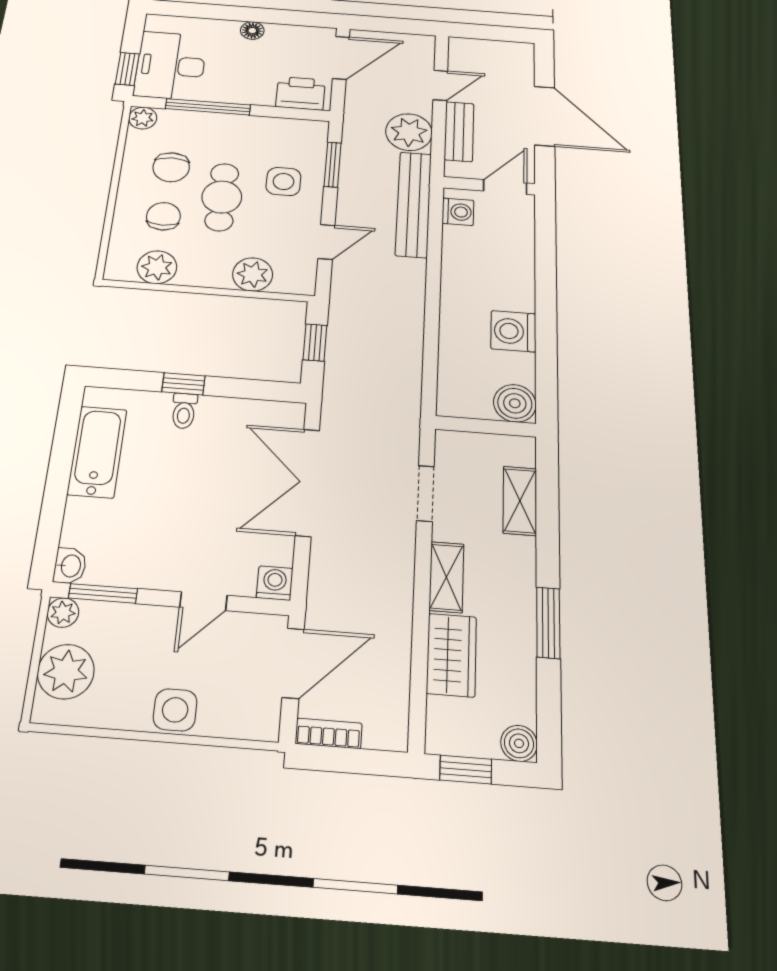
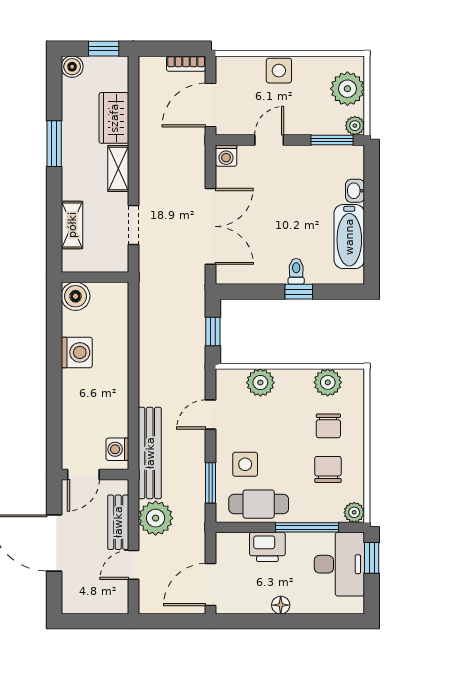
printer: (301, 93) -> (267, 547), moved
cafe table: (222, 197) -> (259, 504), moved, turned 90
washbasin: (70, 566) -> (355, 191), moved

